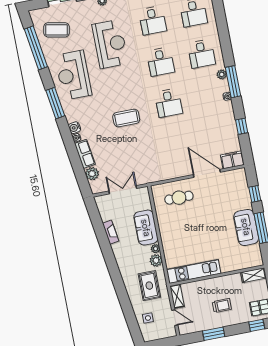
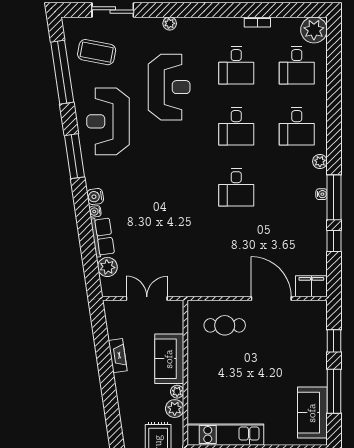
window: (233, 82) -> (334, 197), moved
coffee table: (126, 118) -> (172, 197), removed
sofa: (246, 227) -> (312, 413), moved

